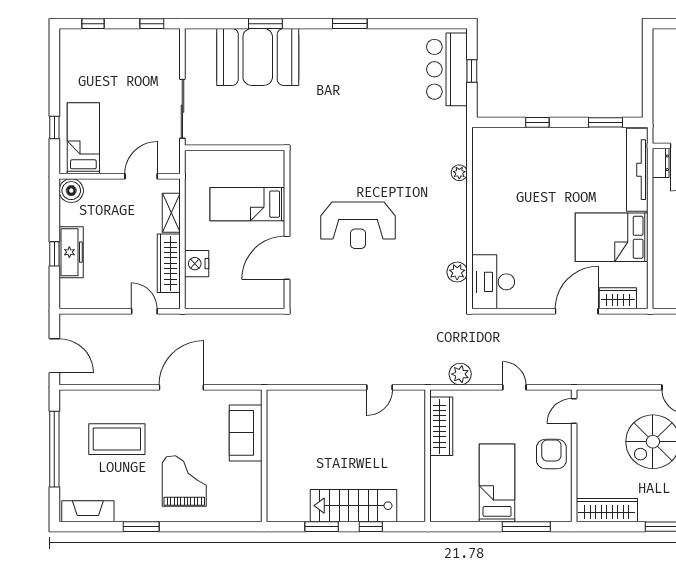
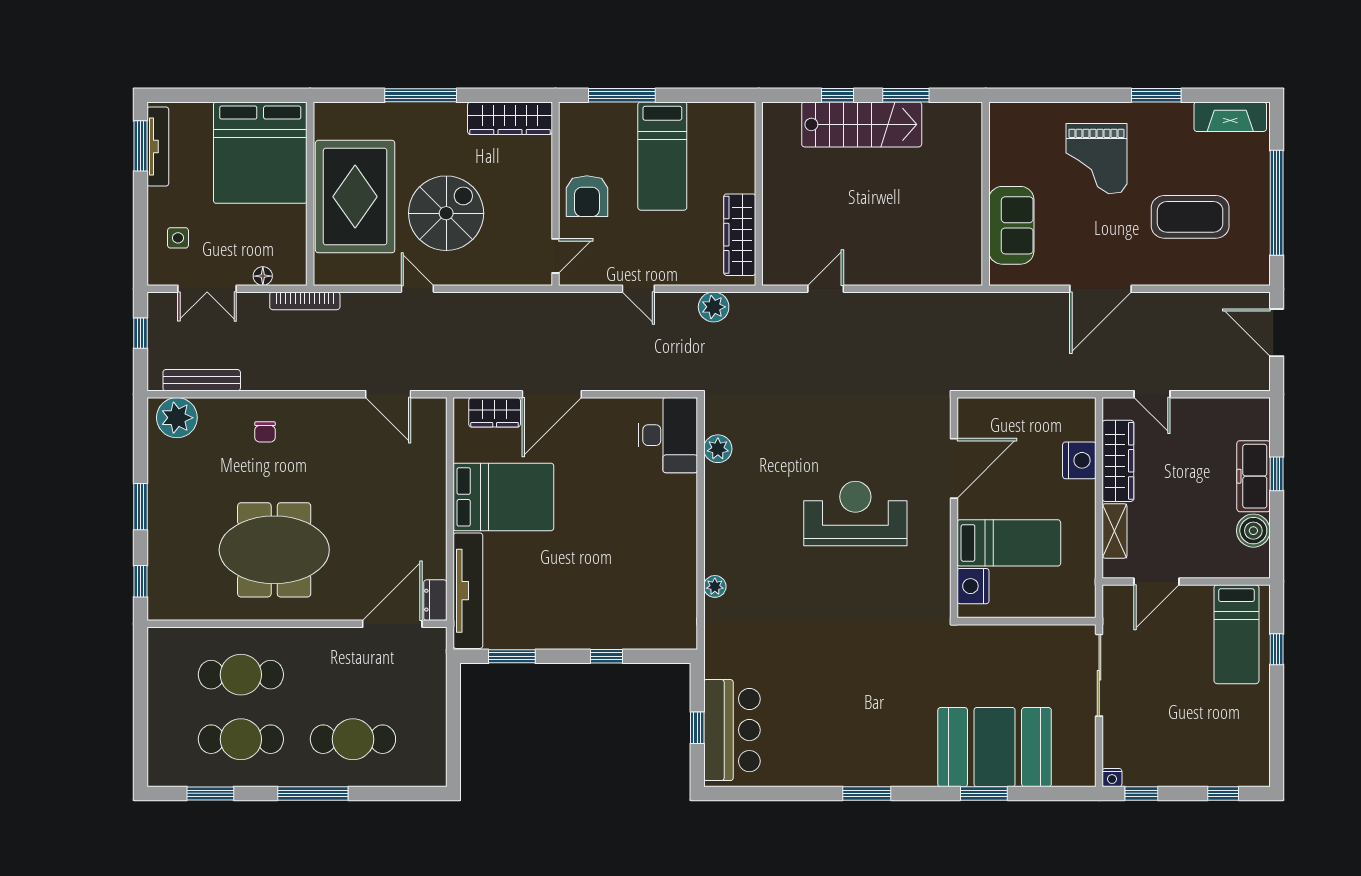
nightstand: (173, 35) -> (1112, 778), added
nightstand: (273, 173) -> (973, 586), added
boiler: (71, 191) -> (1253, 531), moved

